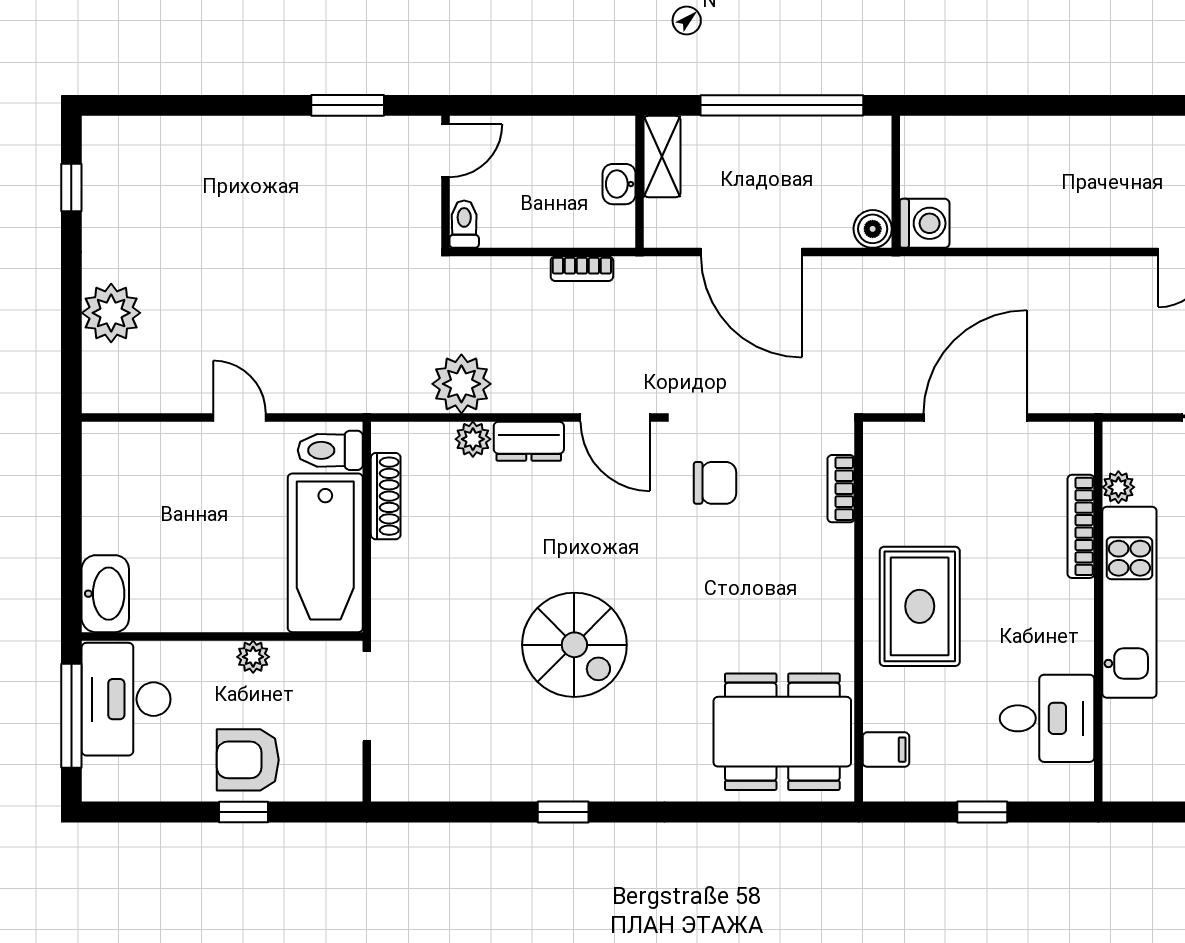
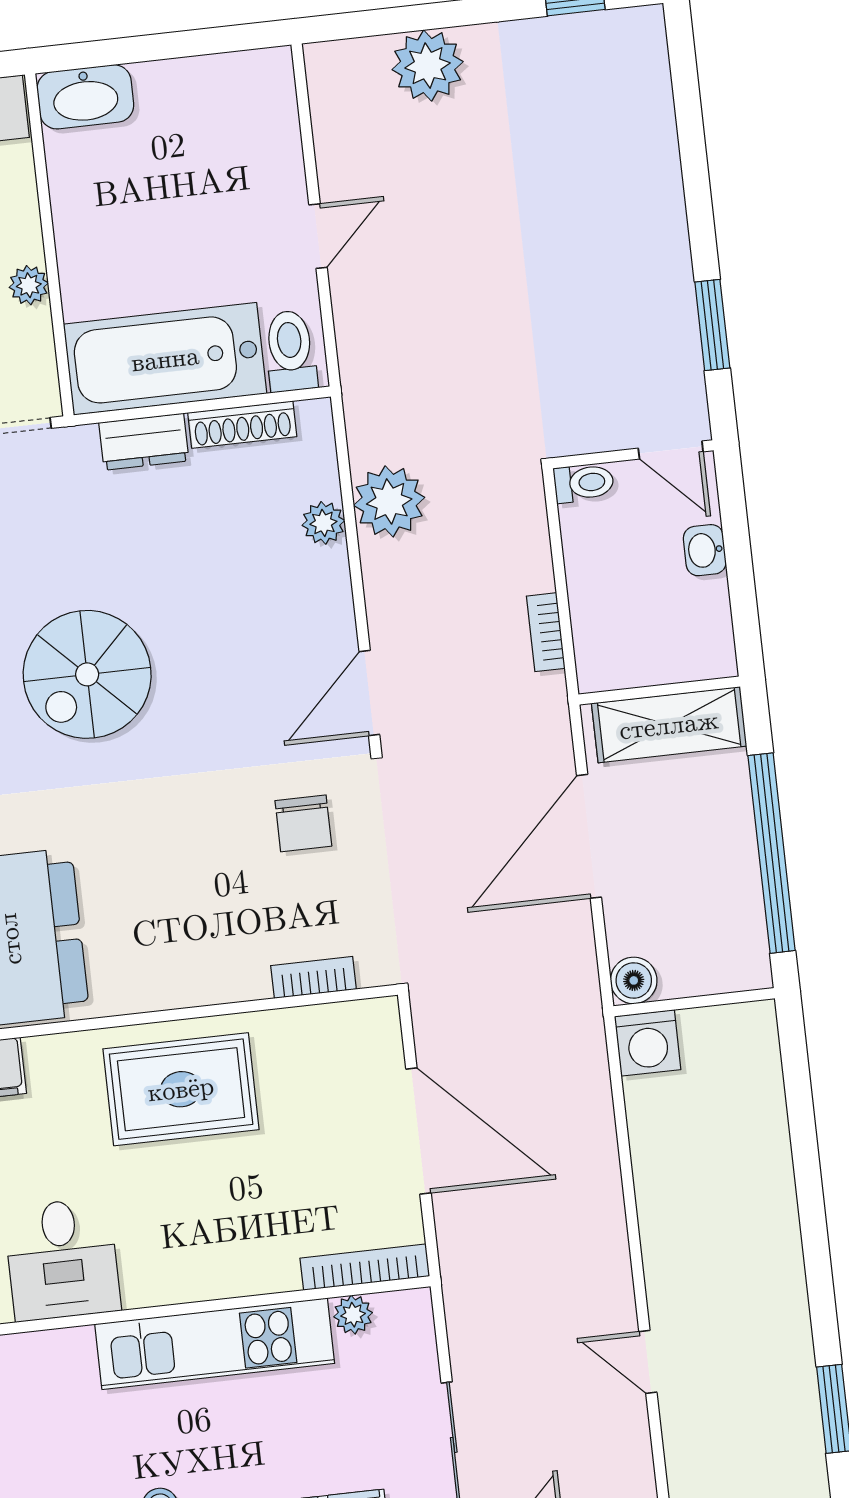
shelving: (662, 156) -> (669, 725), width x1.50, depth x1.33
washbasin: (619, 184) -> (705, 550), moved, turned -90
dresser: (529, 441) -> (144, 442), moved, turned -90
bookcase: (1081, 526) -> (365, 1267), moved

